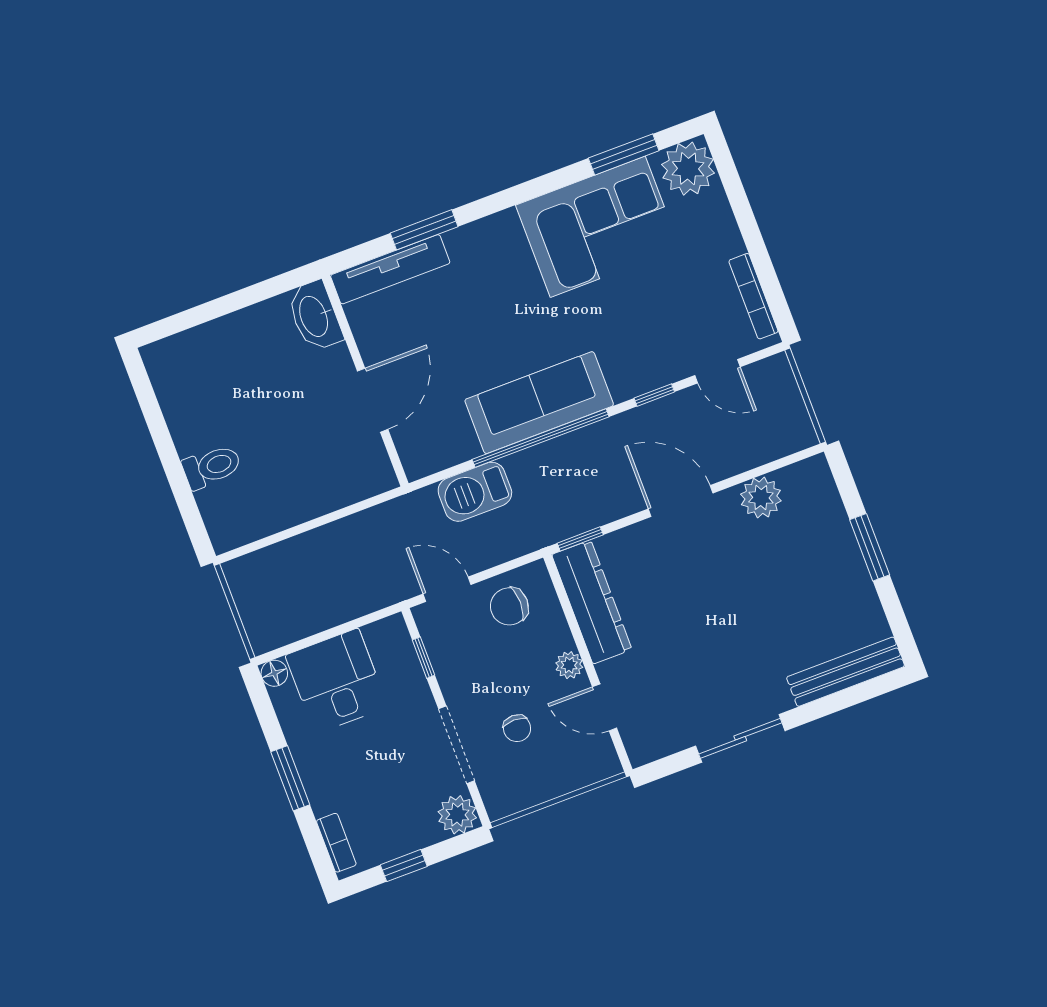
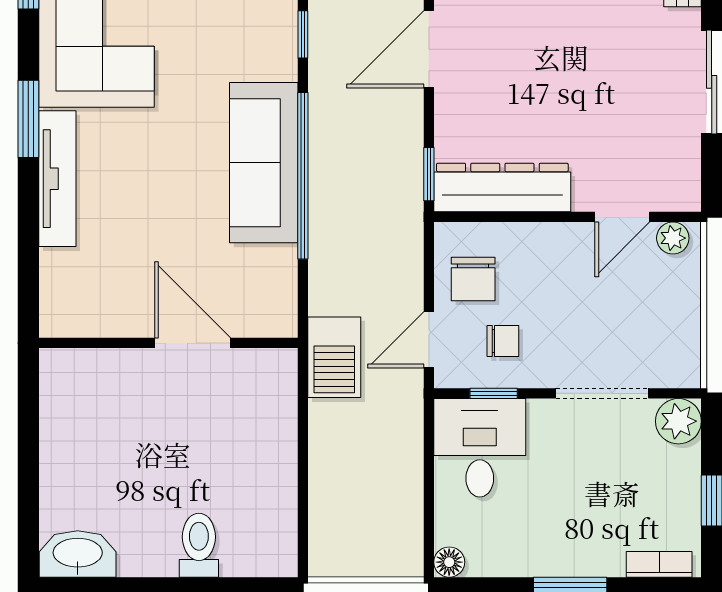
window: (424, 230) -> (28, 119), moved
tv unit: (390, 269) -> (57, 179), moved
washbasin: (315, 316) -> (78, 554), moved, turned 180
barbecue: (475, 492) -> (334, 357), moved
plant: (569, 665) -> (673, 238), moved
desk: (337, 681) -> (480, 448), moved, turned 90
chair: (517, 728) -> (503, 341), moved

